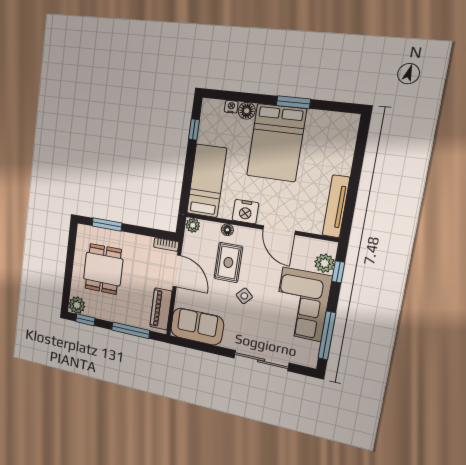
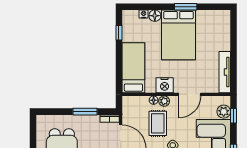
window: (107, 224) -> (85, 112), moved
plant: (193, 225) -> (164, 101), moved
door: (279, 230) -> (190, 94), hinge flipped

